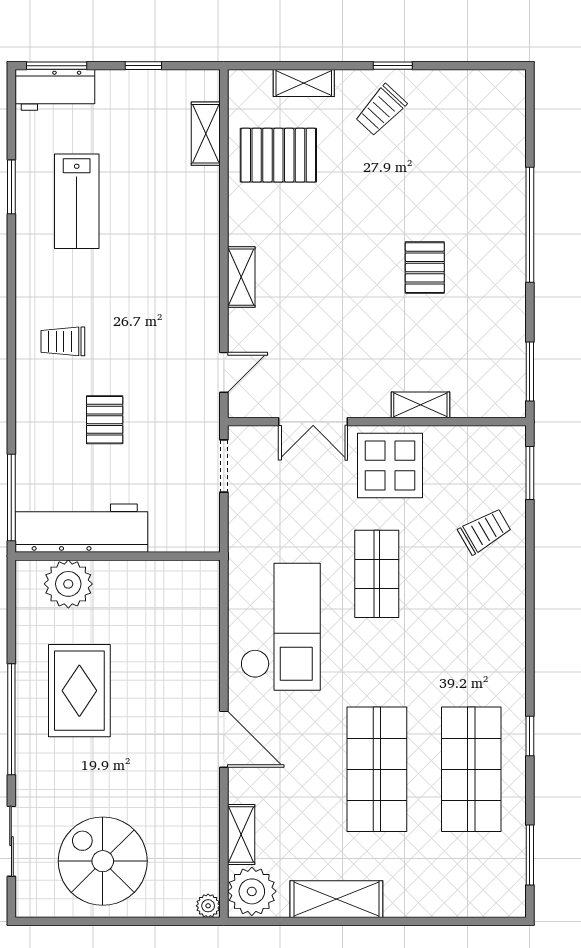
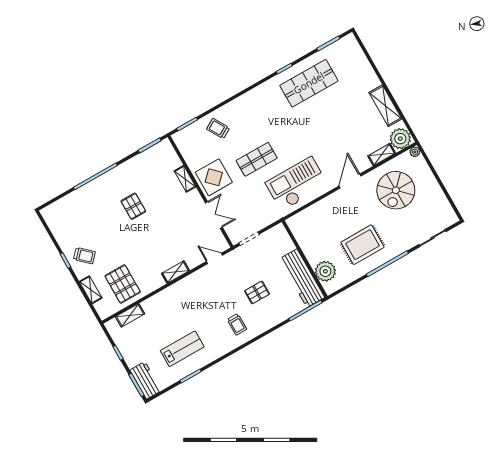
pallet: (425, 268) -> (133, 206), turned 90
shop shelf: (377, 769) -> (329, 118), removed
spiral stairs: (103, 861) -> (396, 190), moved

